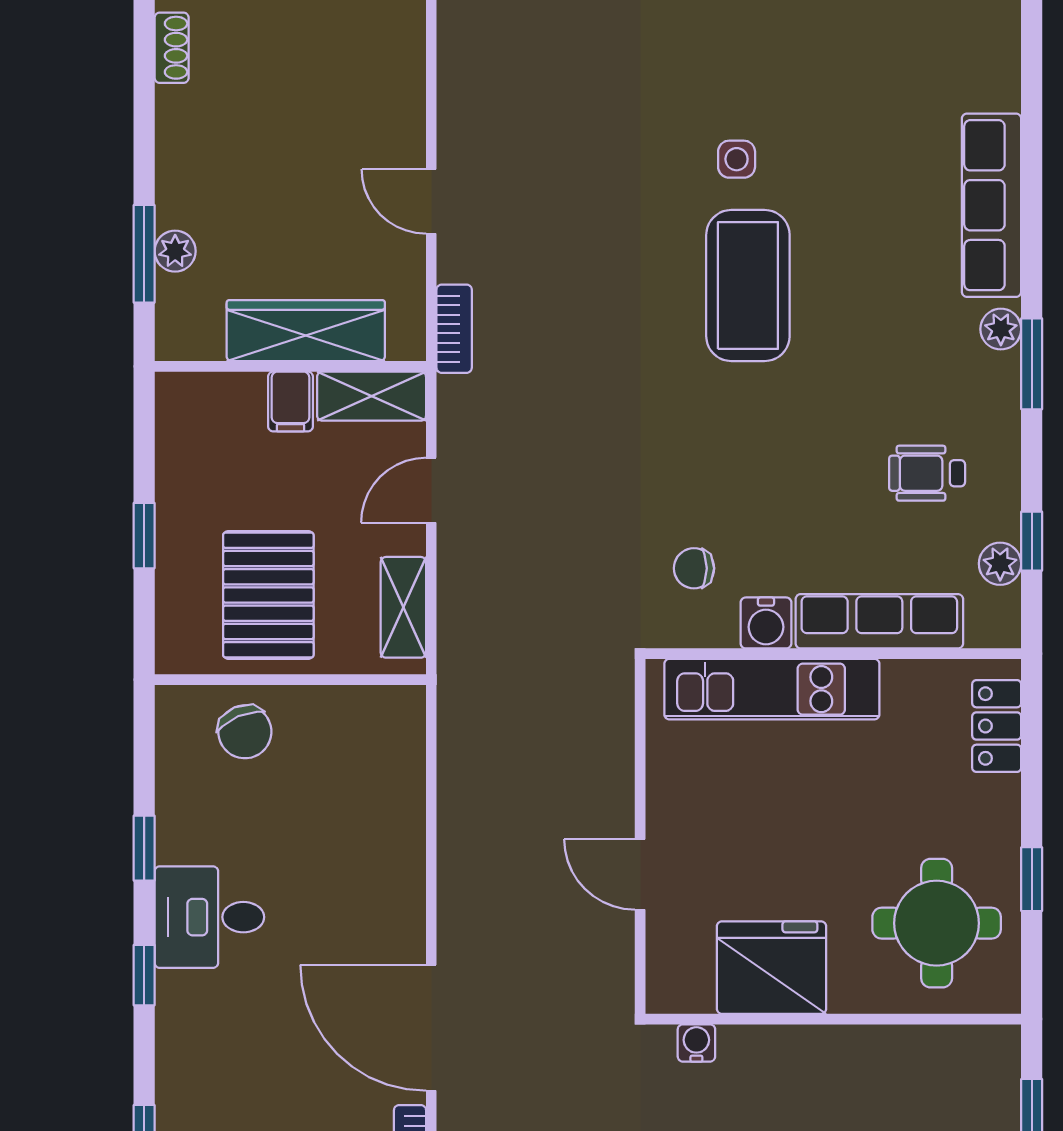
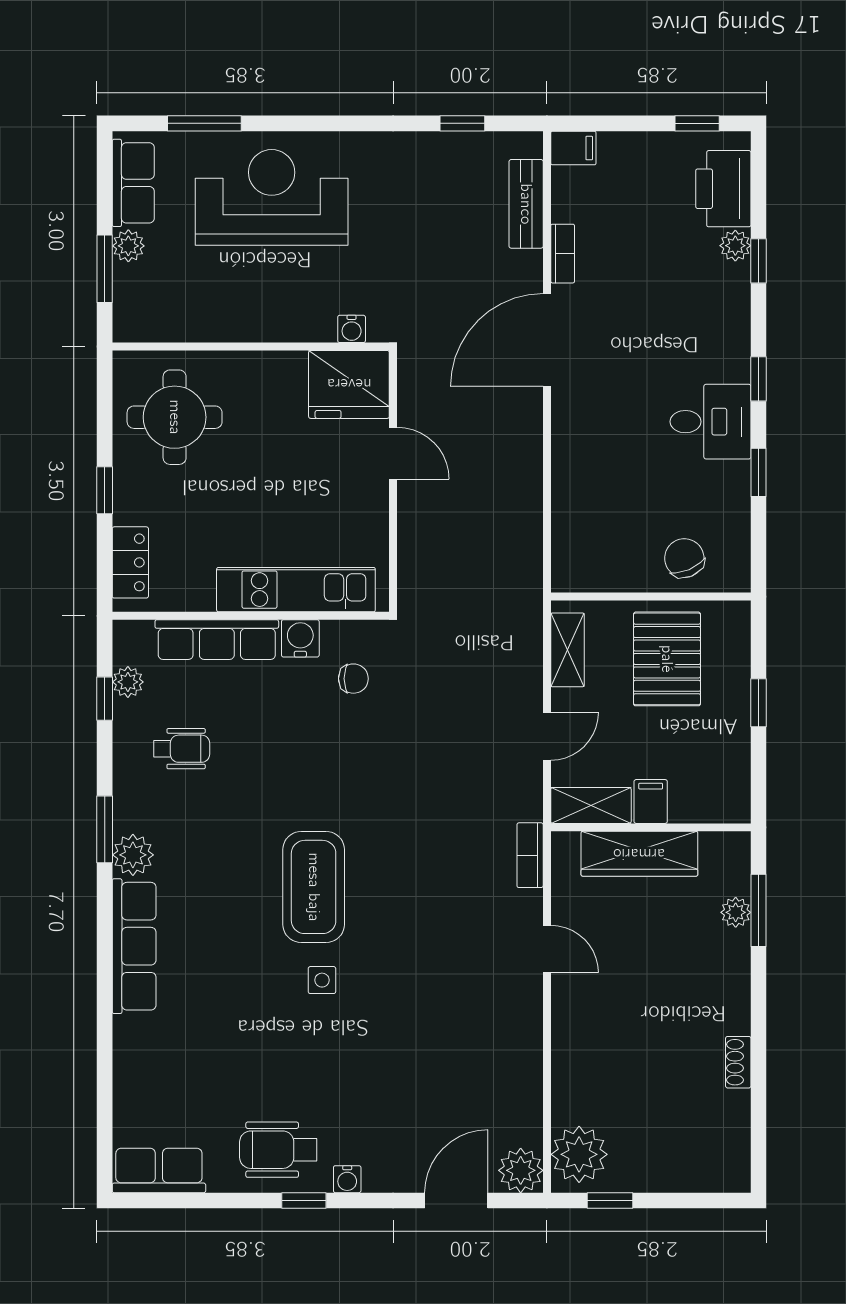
plant: (1001, 329) -> (133, 855), width x1.38, depth x1.38
window: (1032, 879) -> (105, 490), moved
fridge: (771, 968) -> (349, 384), moved
door: (431, 1028) -> (547, 340), swing flipped

